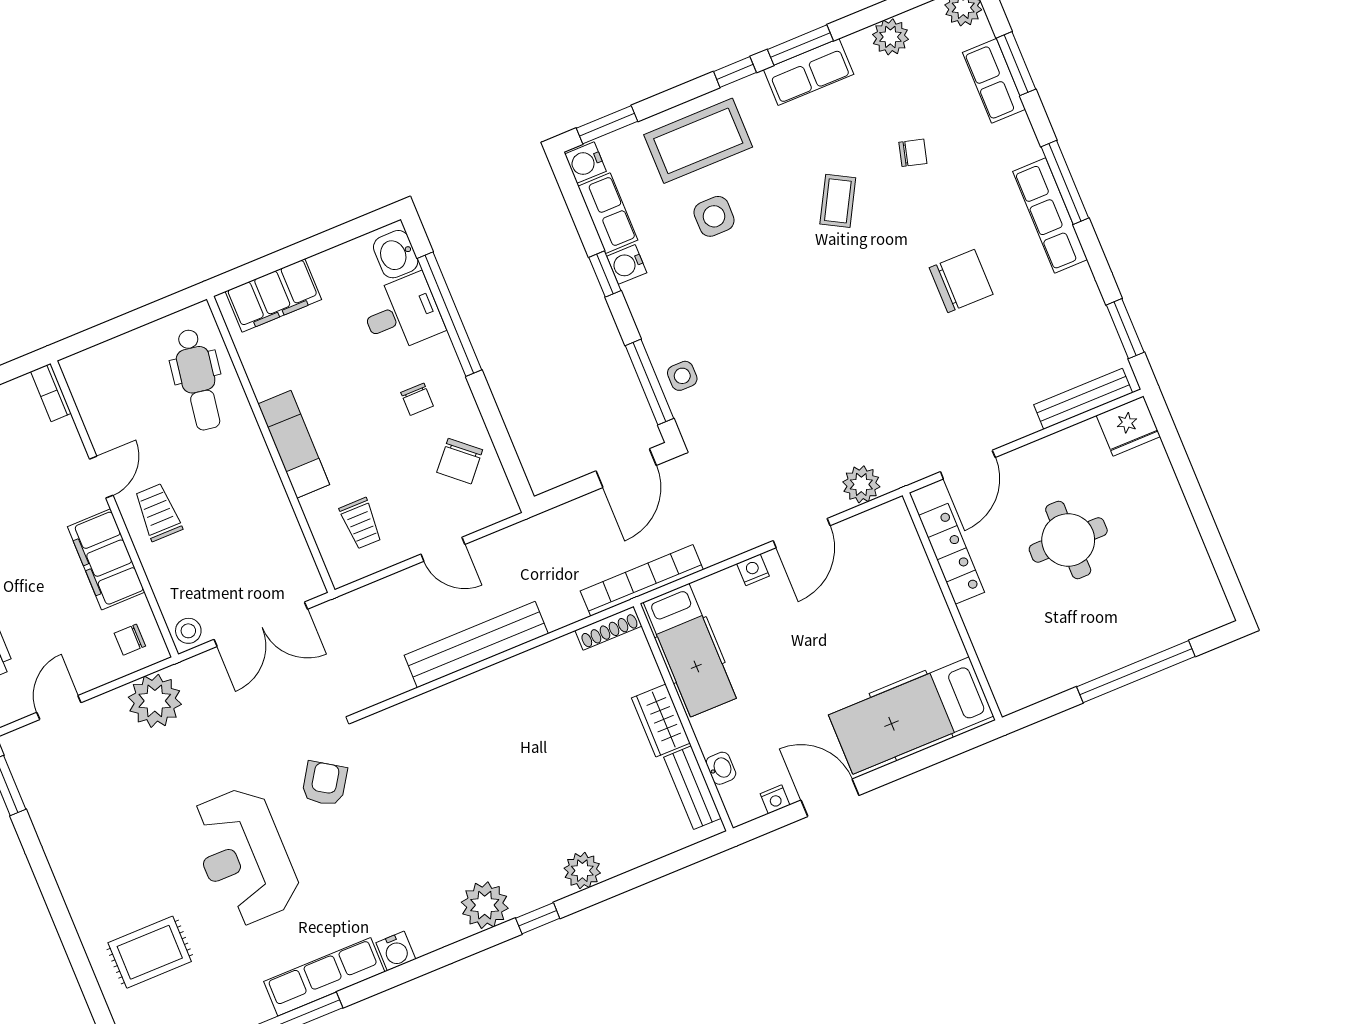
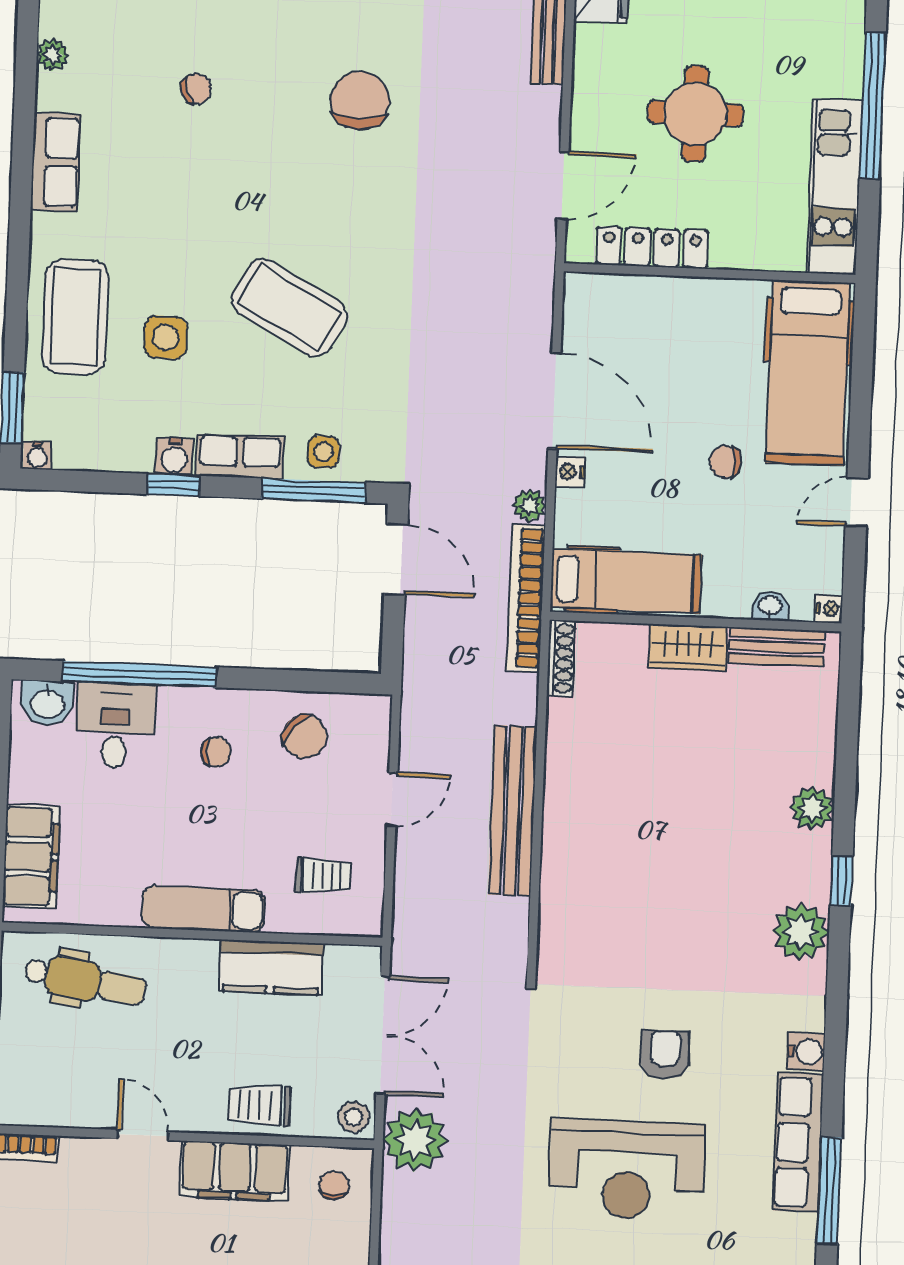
plant: (890, 37) -> (53, 55), width x0.73, depth x0.73
window: (800, 45) -> (22, 158), removed
window: (735, 72) -> (19, 242), removed
chair: (913, 153) -> (196, 89), turned 56
water cooler: (585, 163) -> (37, 455), width x0.72, depth x0.72
coffee table: (838, 201) -> (289, 308), moved, width x1.86, depth x1.72
row of seats: (608, 213) -> (240, 456), moved
door: (968, 465) -> (563, 185), hinge flipped
plant: (861, 484) -> (530, 505), moved, width x0.73, depth x0.73
trolley: (158, 512) -> (259, 1105), moved
kitchen counter: (273, 516) -> (271, 967), added
door: (802, 533) -> (554, 401), width x1.36
chair: (130, 640) -> (334, 1185), turned 180
kitchen unit: (1061, 671) -> (835, 187), added
chair: (815, 684) -> (725, 462), added
plant: (155, 701) -> (415, 1140), moved
armchair: (324, 784) -> (665, 1055), moved, turned 57
door: (830, 798) -> (857, 502), width x0.73
nightstand: (775, 799) -> (829, 609), moved

